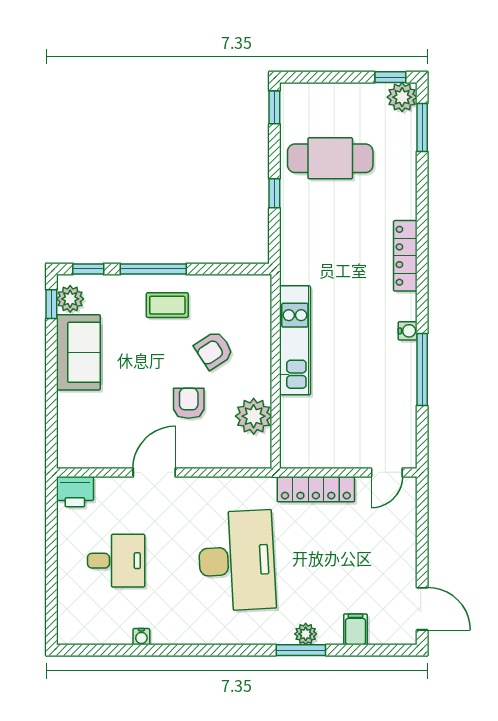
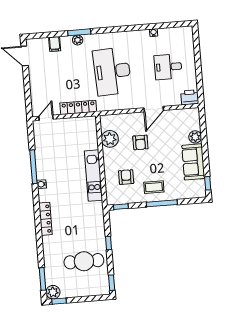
window: (88, 269) -> (121, 207), moved
plant: (70, 299) -> (195, 137), moved
armchair: (214, 350) -> (126, 177), moved, turned -57

